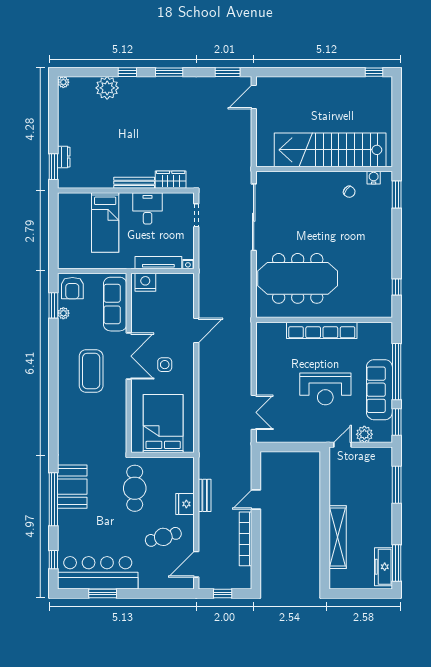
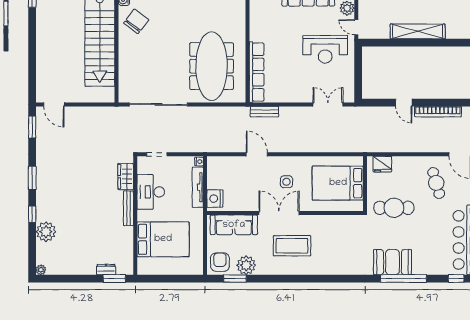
chair: (349, 192) -> (136, 21), width x1.87, depth x1.87
desk: (148, 208) -> (151, 192), width x1.37
bed: (105, 223) -> (163, 239), width x1.50
armchair: (72, 288) -> (220, 262), turned -90
plant: (63, 313) -> (246, 265), width x1.88, depth x1.88
row of seats: (322, 330) -> (257, 72), moved
reception desk: (325, 389) -> (325, 49), moved, turned 90
bench: (205, 495) -> (264, 112), moved
fridge: (185, 504) -> (382, 164), moved
shelving: (338, 537) -> (418, 31), moved

